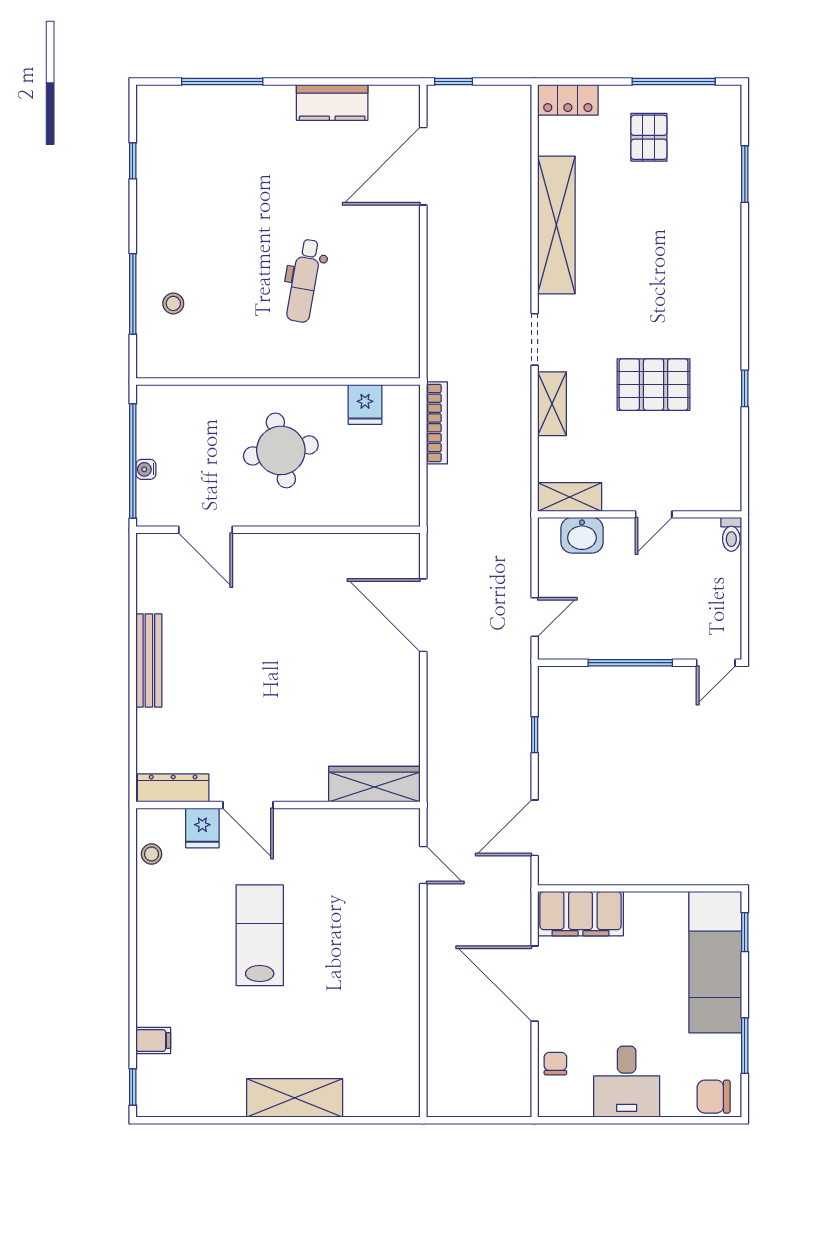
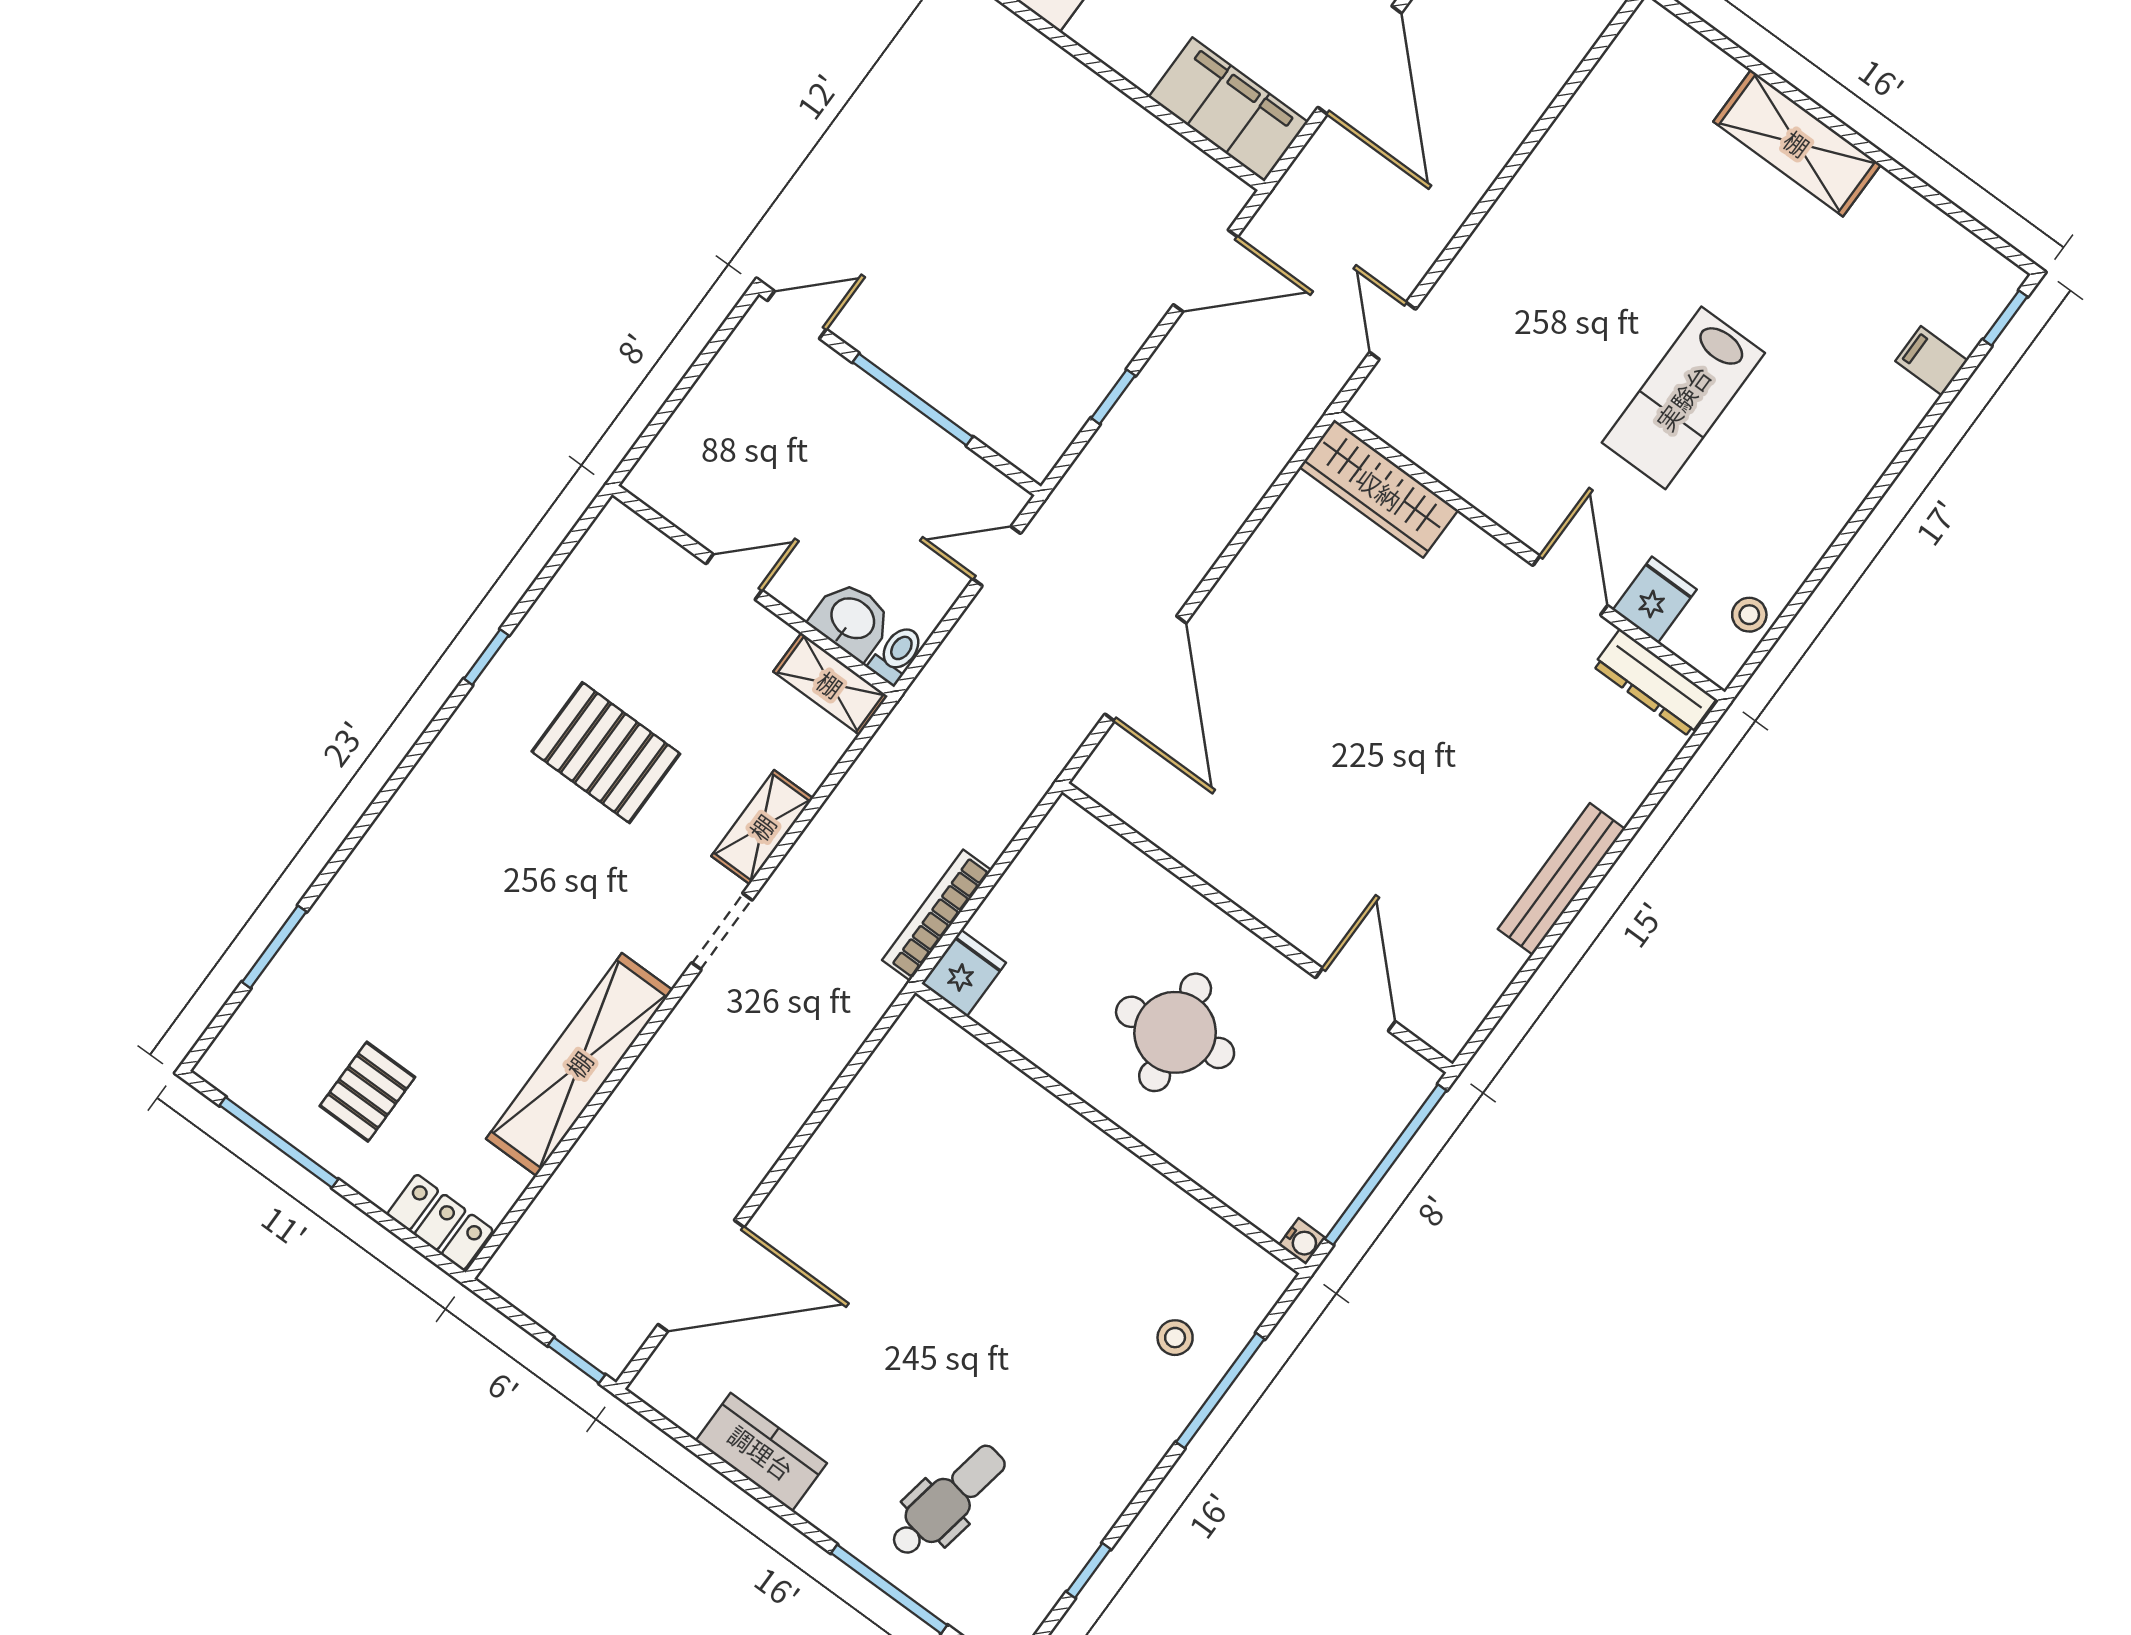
dental chair: (304, 281) -> (948, 1501), moved
fridge: (365, 405) -> (964, 973), moved
water cooler: (146, 469) -> (1302, 1242), moved
toilet: (731, 534) -> (897, 654), moved

